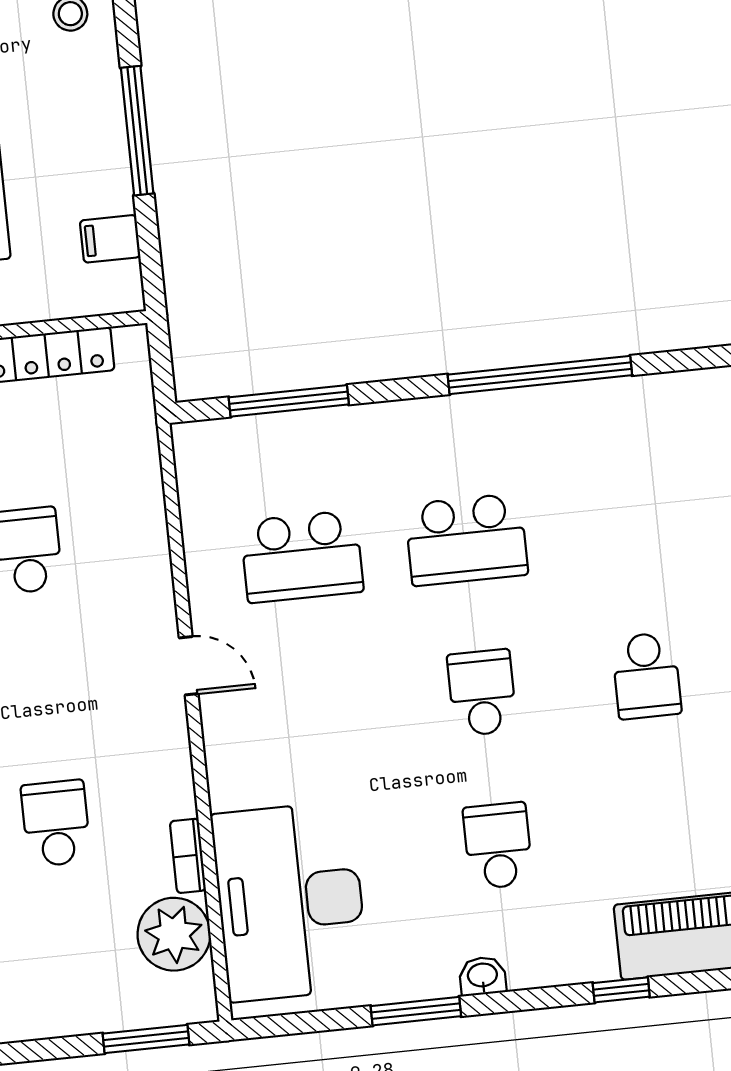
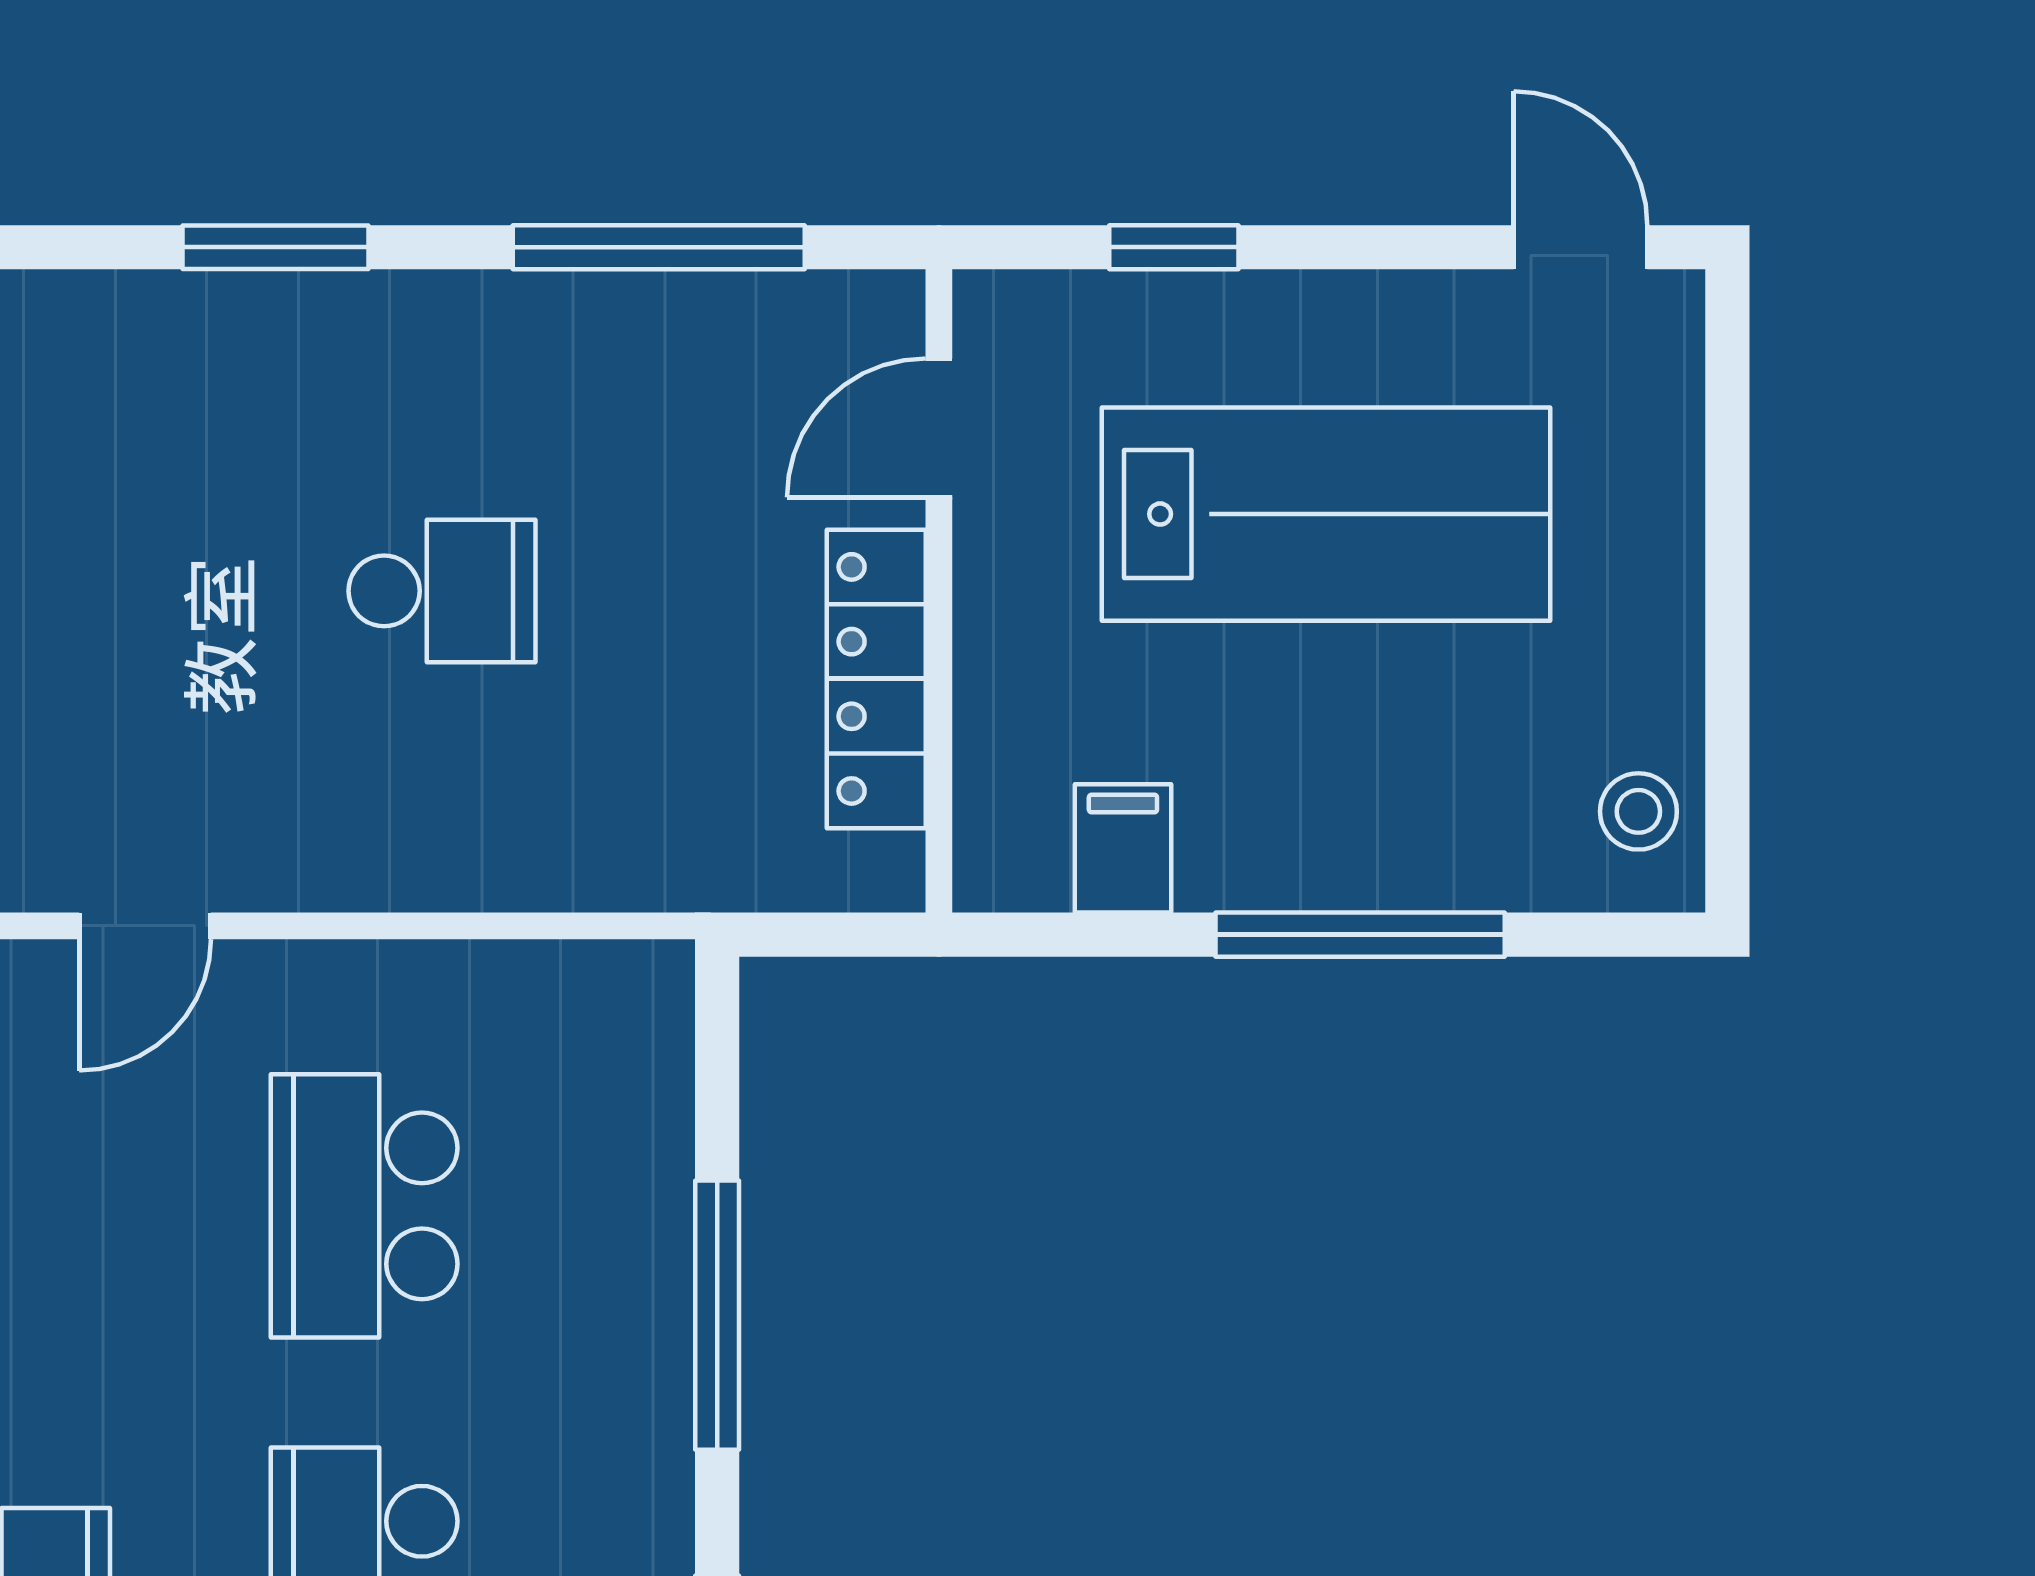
window: (289, 401) -> (717, 1315), moved

